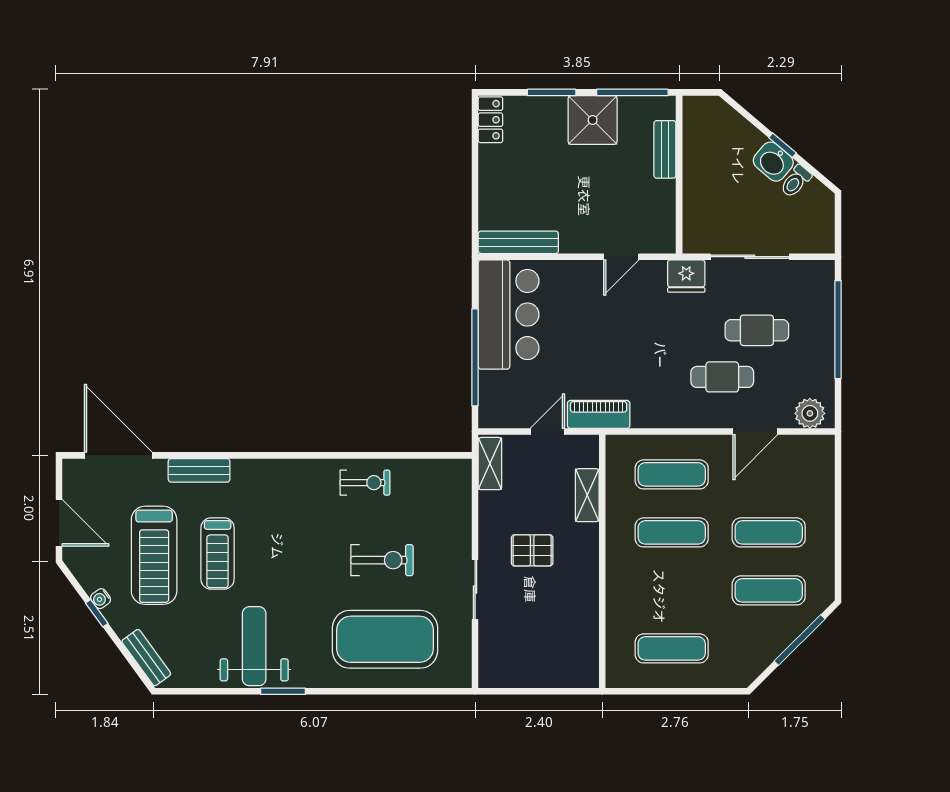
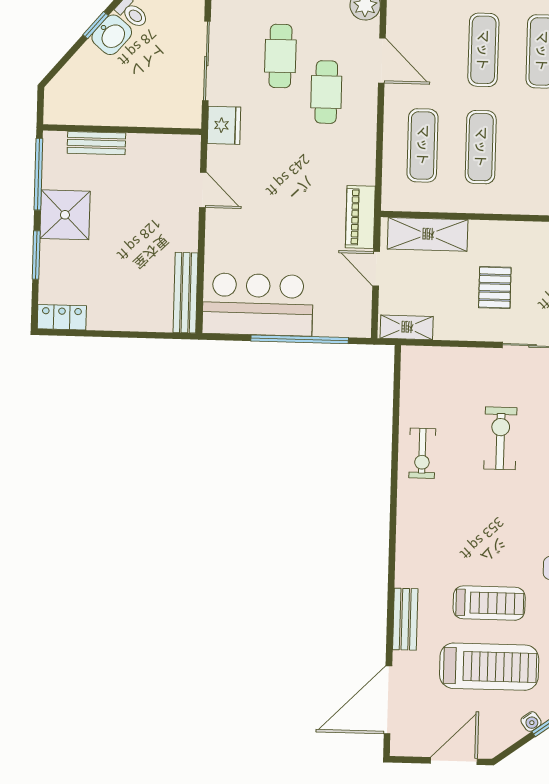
exercise bike: (365, 483) -> (422, 453), turned 180
shelving: (587, 495) -> (428, 234), width x1.50, depth x1.33

